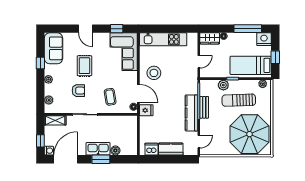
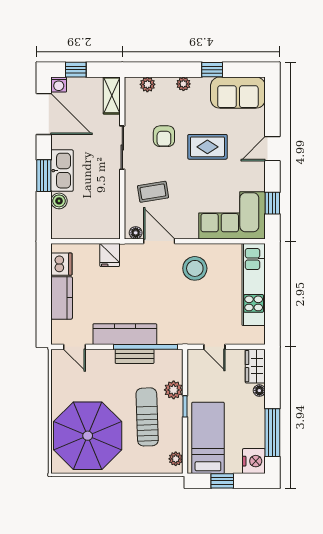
door: (138, 93) -> (159, 241), swing flipped
fridge: (146, 110) -> (110, 255), moved

